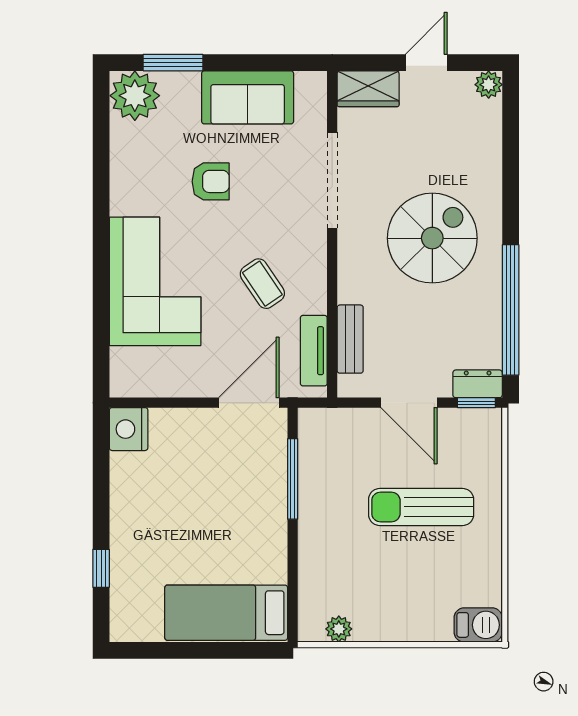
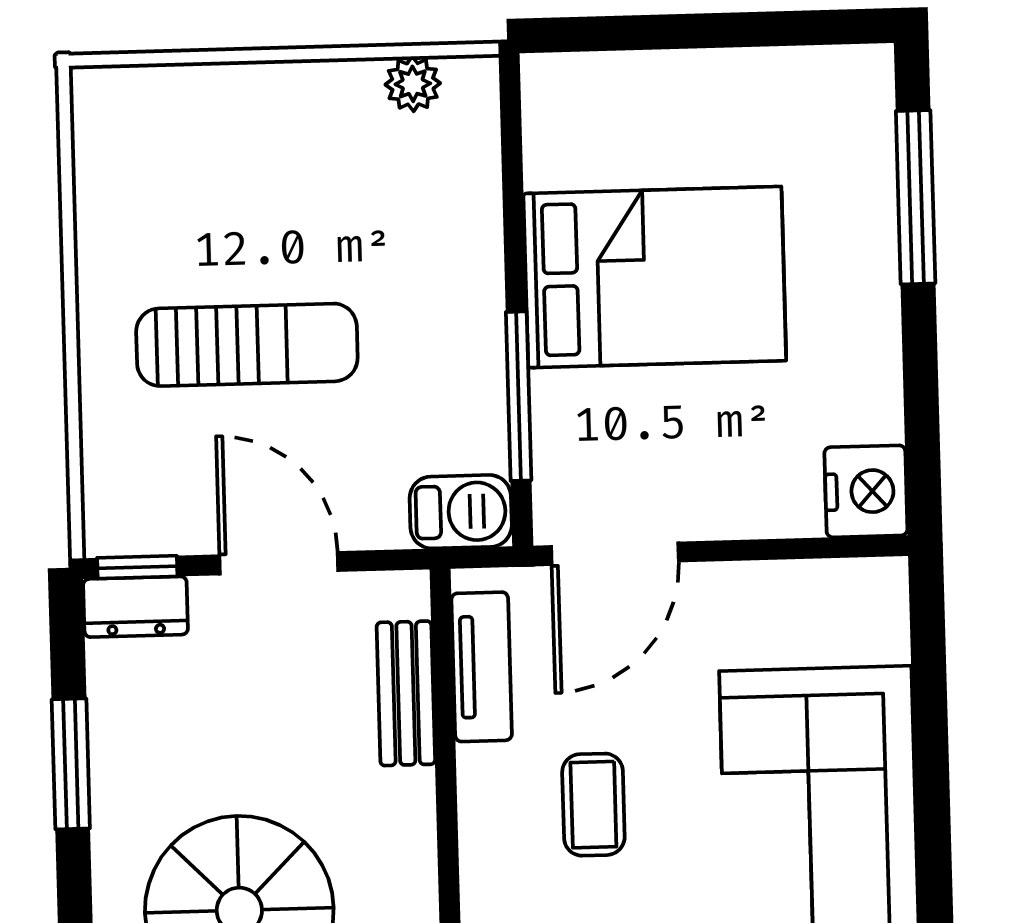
coffee table: (262, 284) -> (593, 805), turned 34
window: (511, 310) -> (71, 764), width x0.47
window: (101, 568) -> (916, 197), width x2.17
bed: (226, 613) -> (655, 277), moved, width x1.50
barbecue: (478, 625) -> (461, 512), moved, turned 180

